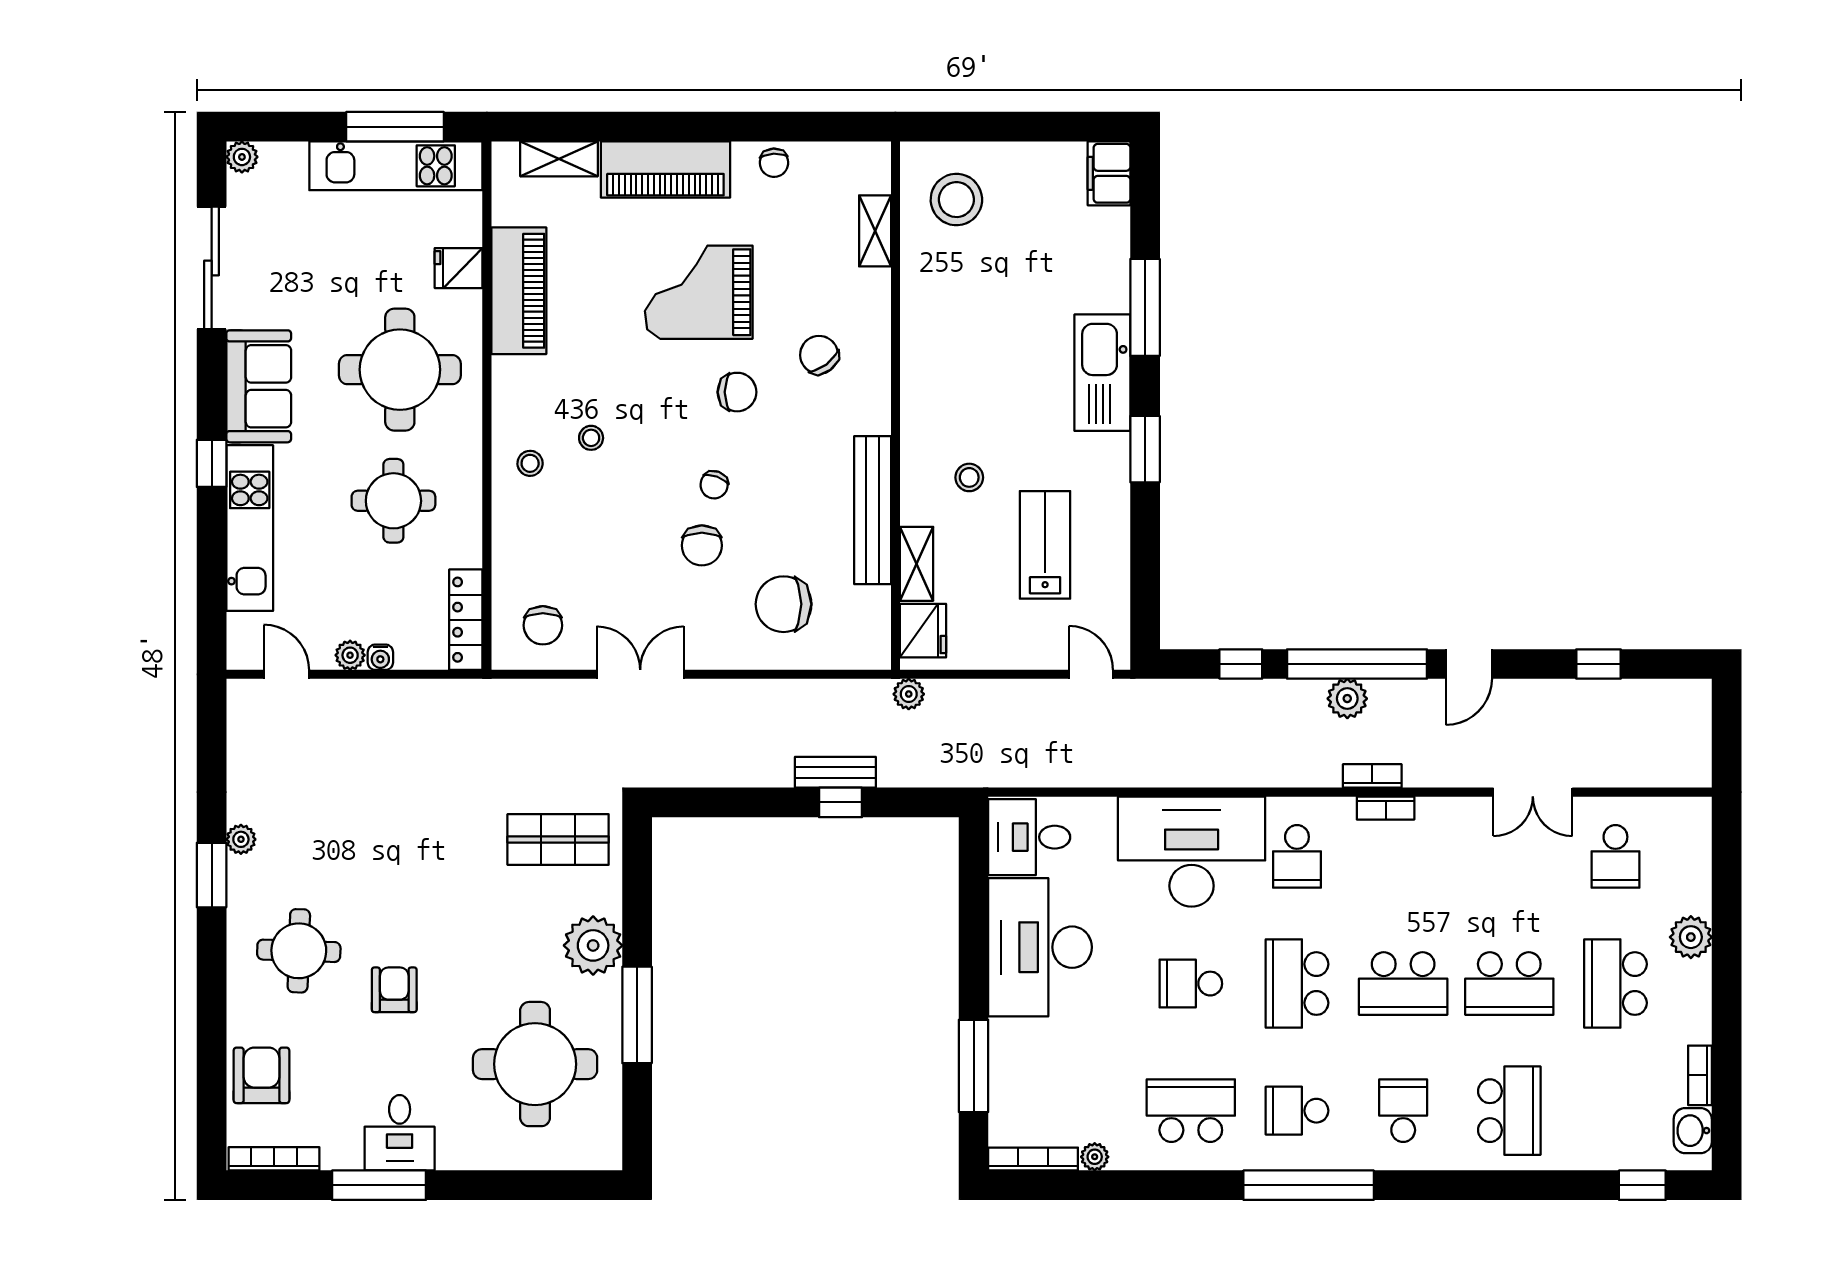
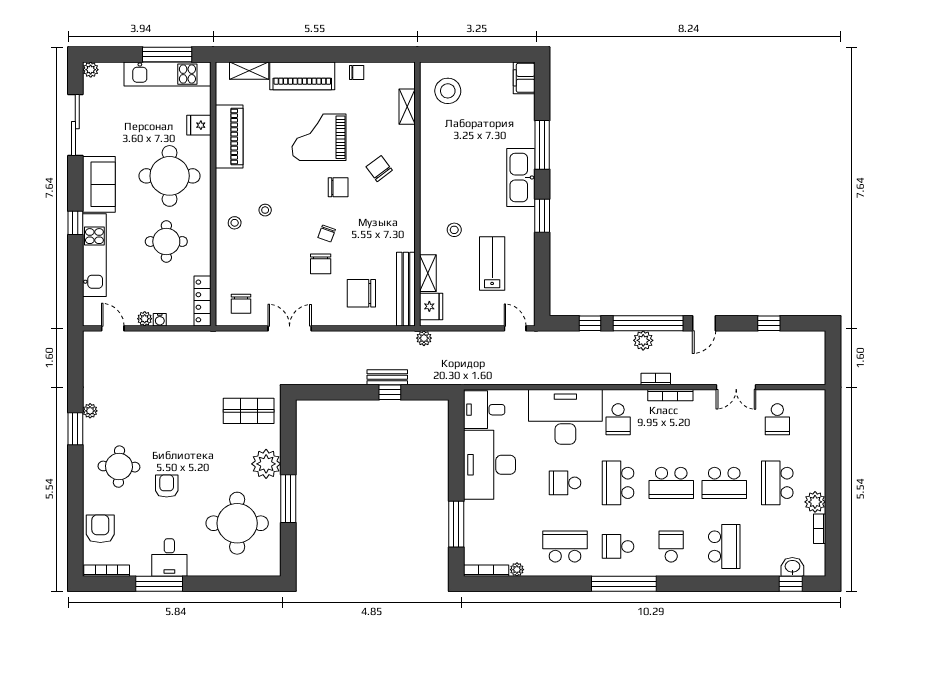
chair: (774, 163) -> (357, 72), turned -87
bench: (873, 510) -> (406, 289), moved
bookcase: (1386, 808) -> (670, 395), width x1.56
plant: (1691, 937) -> (815, 502), moved
washbasin: (1693, 1131) -> (792, 567), moved, turned 90

